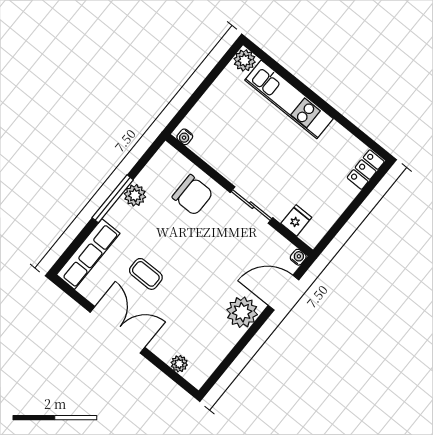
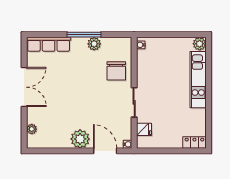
coffee table: (146, 274) -> (61, 79), removed

